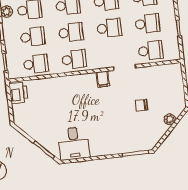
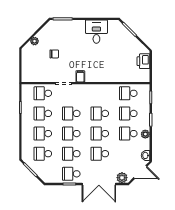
school desk: (74, 59) -> (100, 93), removed
printer: (18, 93) -> (143, 61), moved
desk: (74, 143) -> (96, 32), moved

